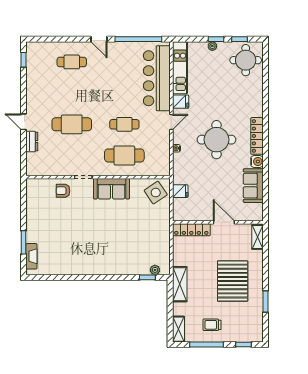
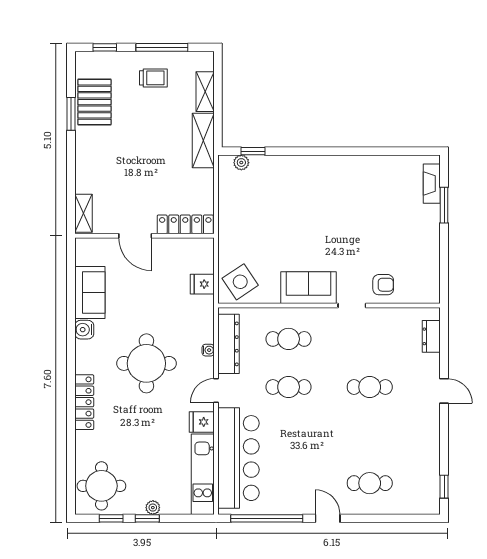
cafe table: (72, 124) -> (370, 387), width x0.73, depth x0.74
locker: (257, 136) -> (84, 402), moved
dresser: (32, 142) -> (431, 336), moved
dresser: (163, 152) -> (229, 344), added
cafe table: (124, 155) -> (289, 339), width x0.73, depth x0.74
pallet: (233, 281) -> (94, 102), moved, width x0.73, depth x0.71
shelving: (178, 329) -> (205, 92), moved

